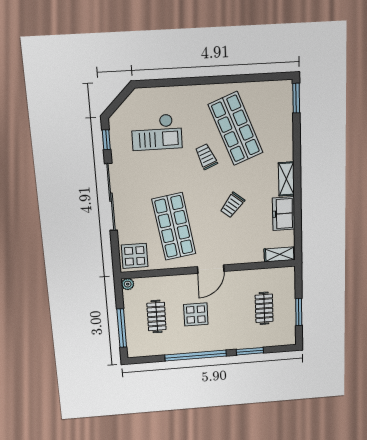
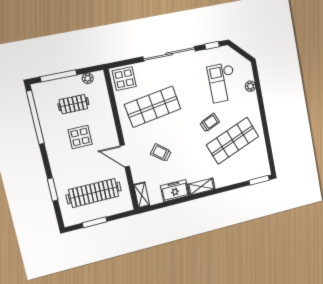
plant: (167, 93) -> (250, 86), added
trolley: (232, 205) -> (161, 153), moved
door: (211, 269) -> (125, 156), moved
plant: (128, 284) -> (88, 78), moved
clothes rail: (264, 308) -> (94, 193), width x1.86, depth x1.31
window: (196, 356) -> (35, 117), moved

